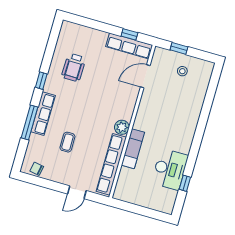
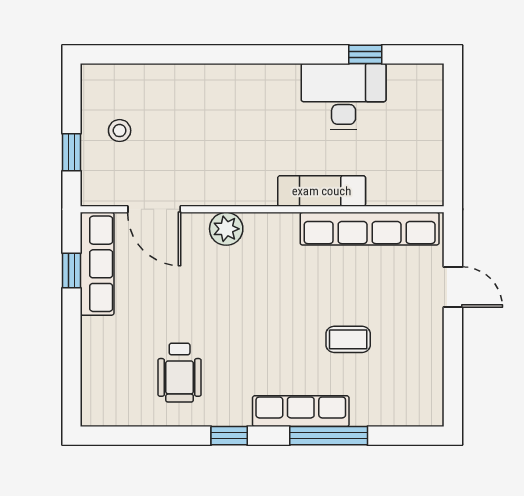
wheelchair: (74, 67) -> (180, 373), turned 89
plant: (122, 127) -> (226, 229), moved
chair: (37, 169) -> (426, 390), removed

